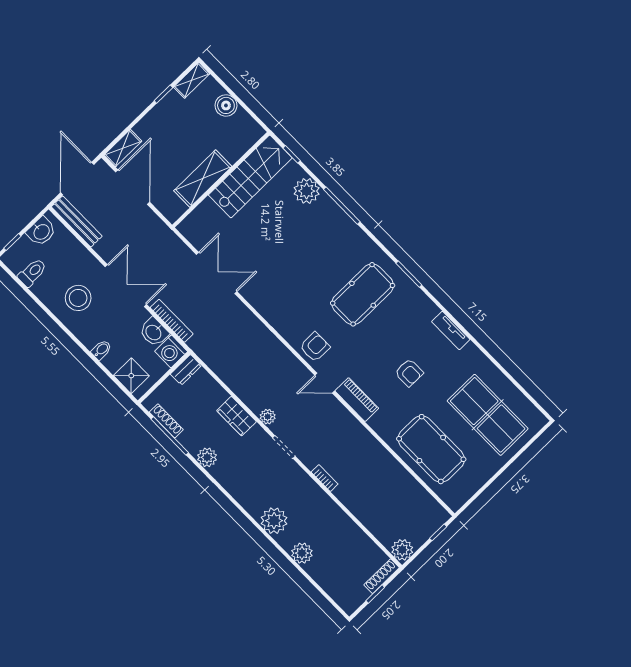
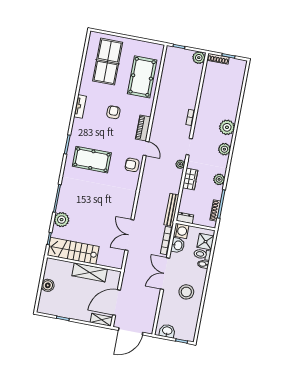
shelving: (192, 80) -> (47, 310), removed
bench: (77, 221) -> (171, 210), moved
toilet: (32, 273) -> (202, 254), moved
plant: (302, 553) -> (224, 149), moved

